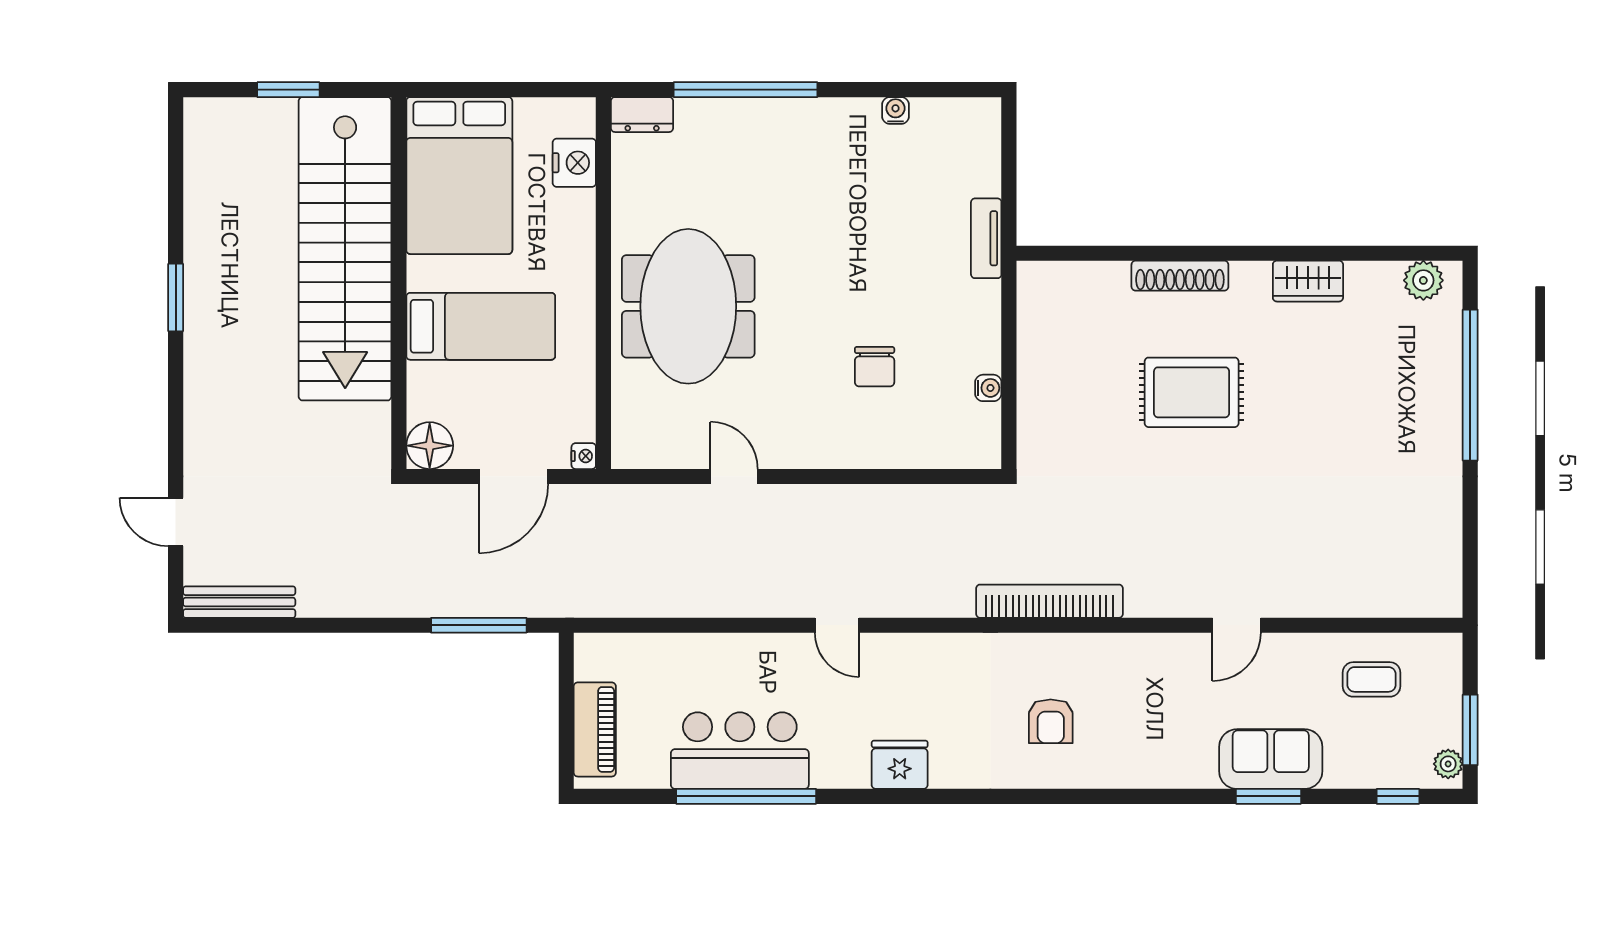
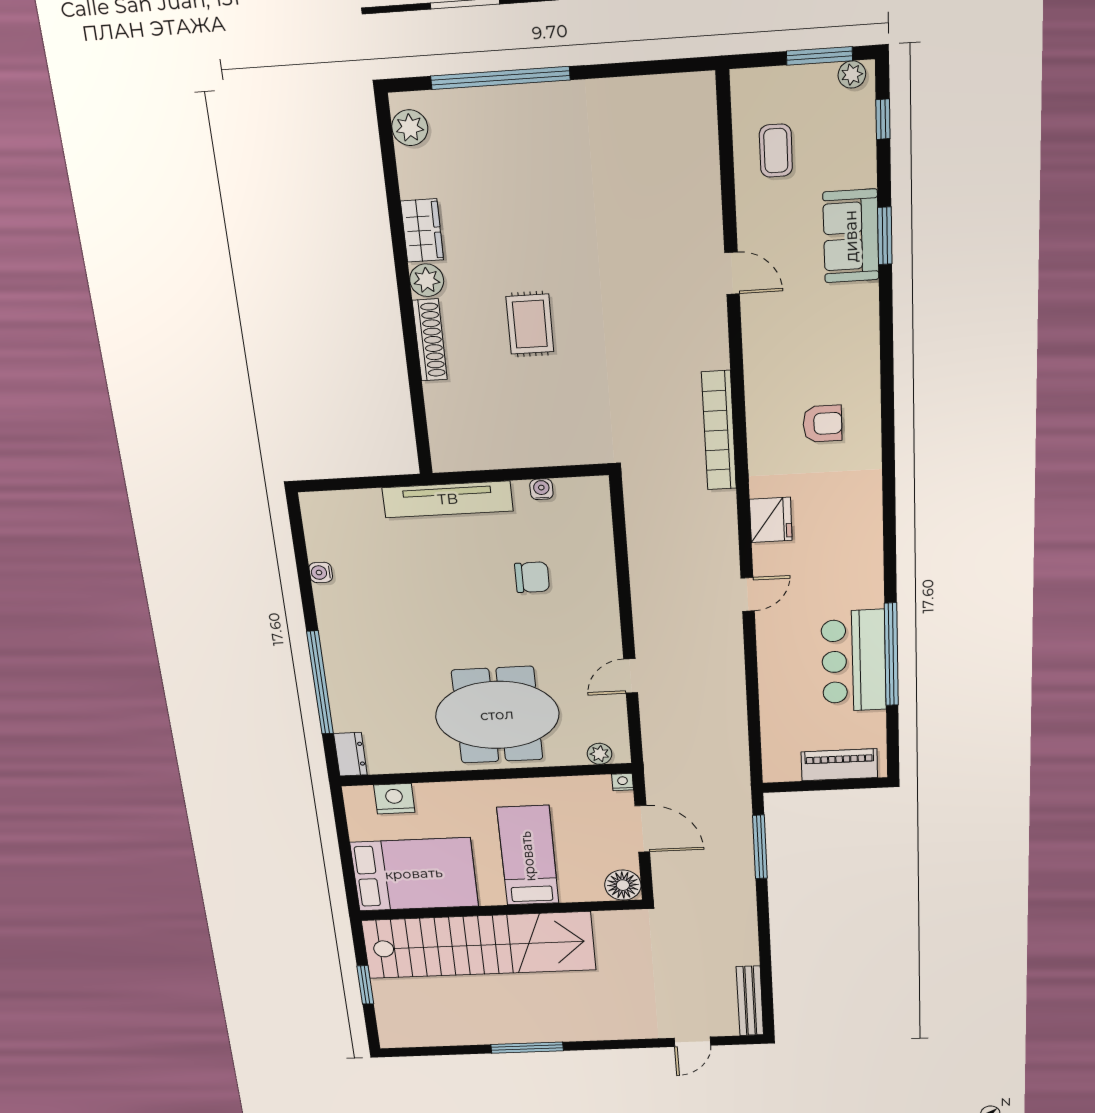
tv unit: (986, 238) -> (448, 499), width x1.92, depth x1.29
plant: (1251, 280) -> (427, 280), added
window: (176, 297) -> (527, 1048), width x1.44
rug: (1192, 392) -> (530, 324), width x0.73, depth x0.70
plant: (626, 430) -> (600, 754), added
fridge: (900, 765) -> (771, 520), moved, turned 180

